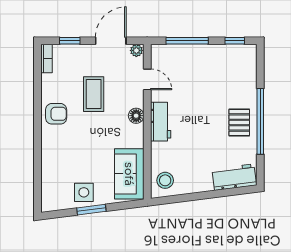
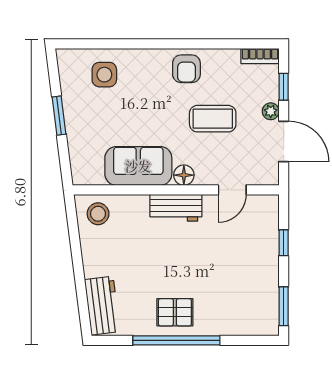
window: (187, 41) -> (284, 243), width x0.46
window: (235, 41) -> (284, 306), width x1.50
plant: (136, 50) -> (271, 111), moved
sofa: (129, 174) -> (138, 166), moved
side table: (84, 192) -> (104, 75), moved

